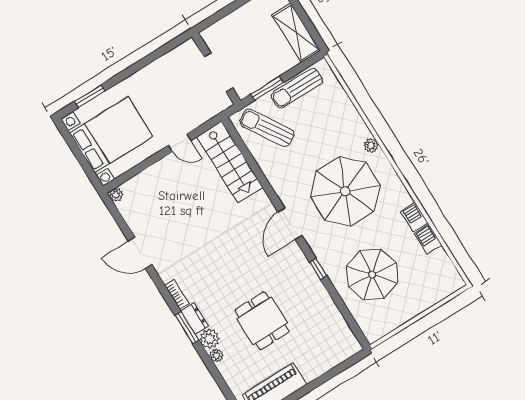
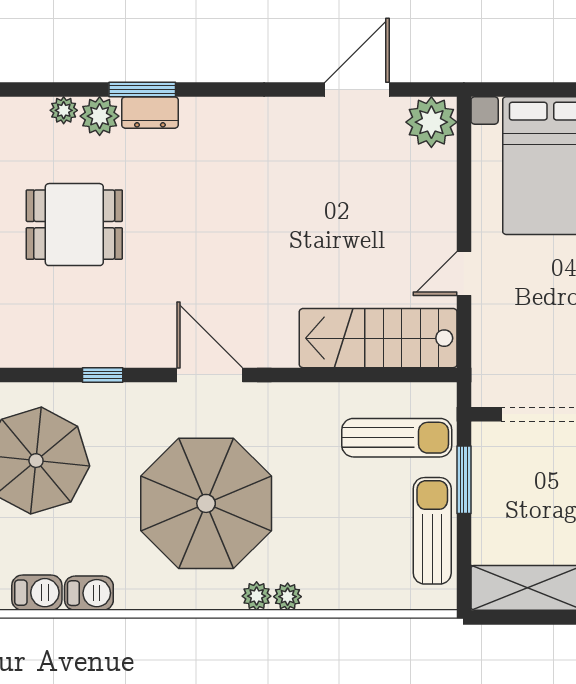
sun lounger: (267, 128) -> (397, 438), turned 32
plant: (363, 132) -> (288, 597), added
plant: (116, 195) -> (431, 122), width x1.87, depth x1.87
door: (140, 253) -> (357, 90), moved
bookcase: (177, 294) -> (210, 108), removed

